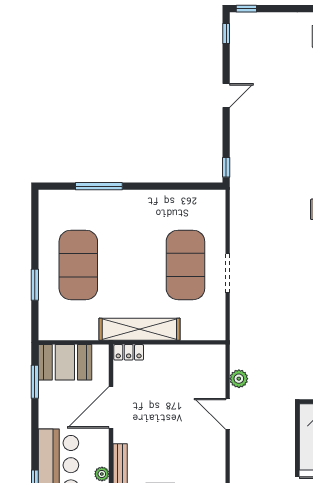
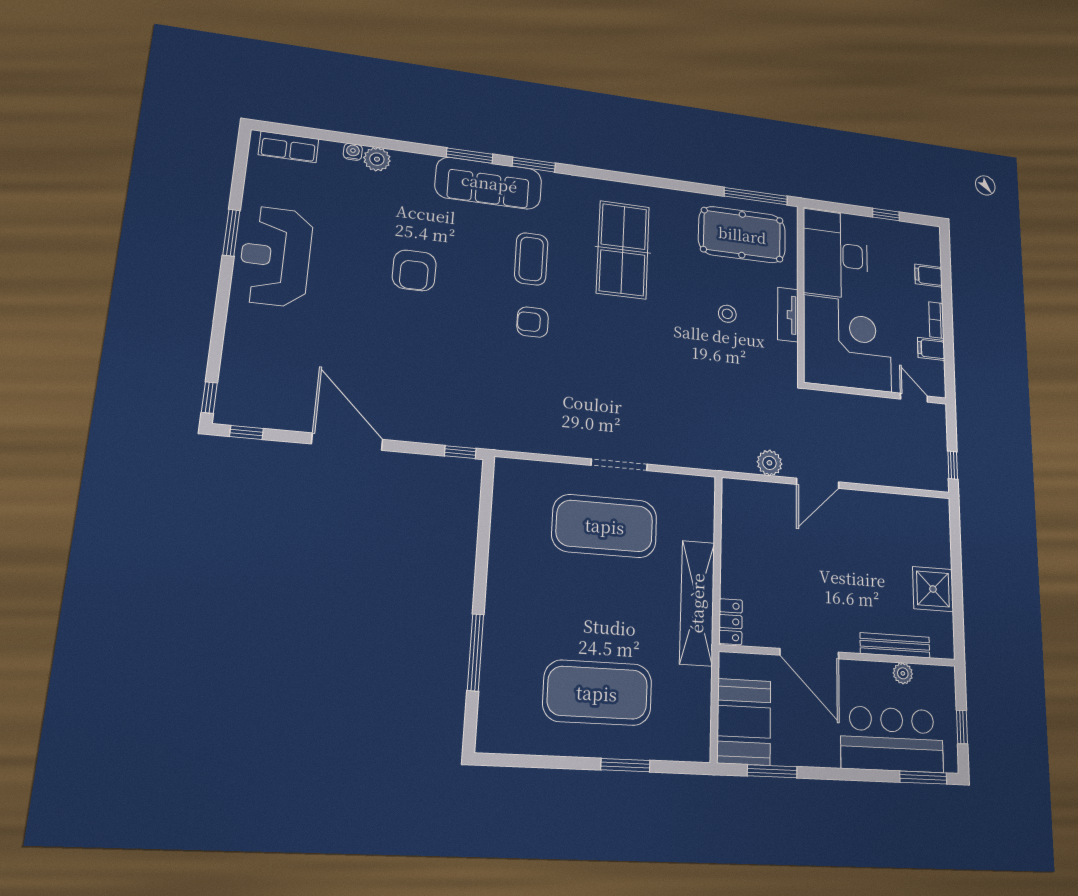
door: (226, 95) -> (347, 442), width x1.87

